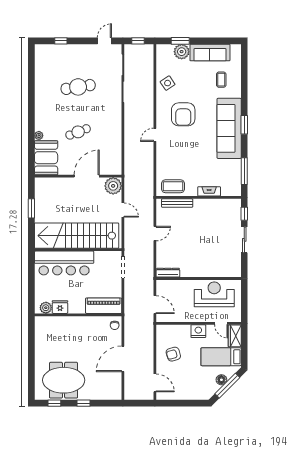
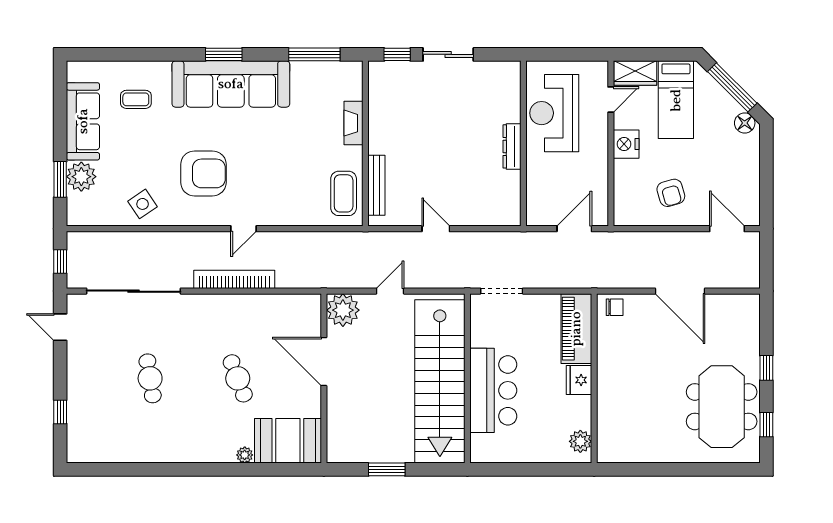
cafe table: (78, 87) -> (150, 378), width x0.73, depth x0.74
bookcase: (129, 130) -> (234, 279), added
door: (155, 135) -> (243, 229), hinge flipped
bar counter: (64, 263) -> (493, 390), width x0.73
dresser: (168, 273) -> (512, 146), moved
fridge: (60, 307) -> (579, 380), moved
floor lamp: (221, 380) -> (745, 123), moved
door: (155, 383) -> (727, 229), hinge flipped

